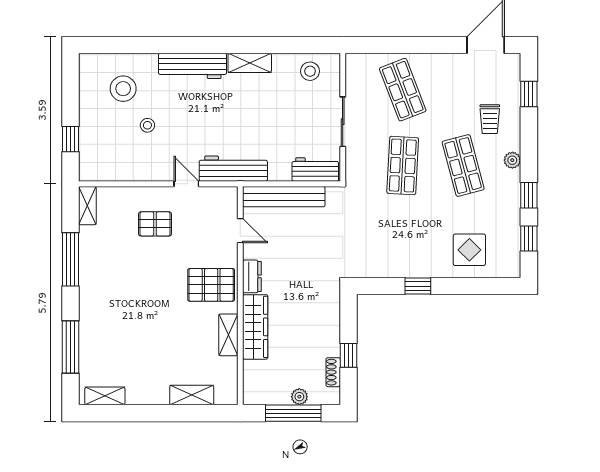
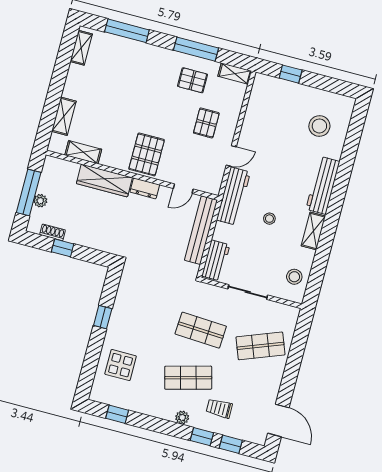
stool: (147, 125) -> (269, 219), moved
window: (529, 195) -> (202, 437), moved
pallet: (109, 254) -> (193, 80), added
shelving: (228, 335) -> (83, 152), moved

